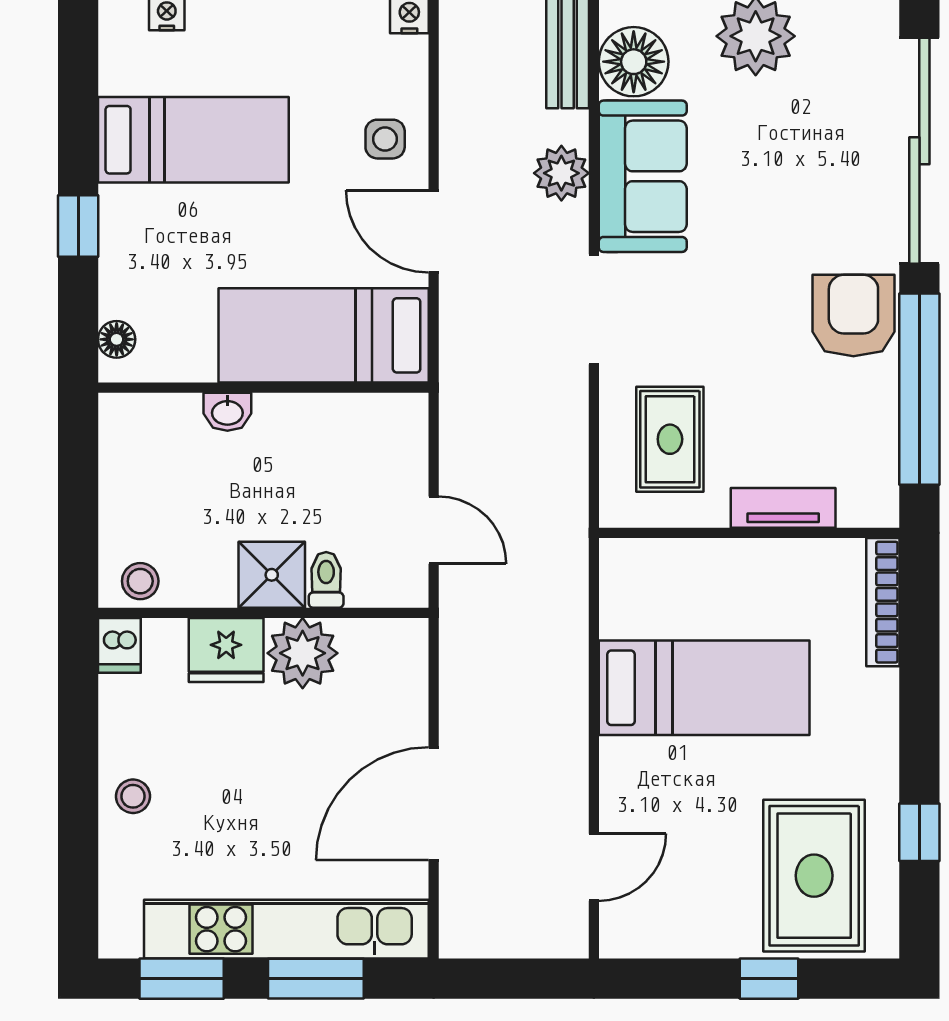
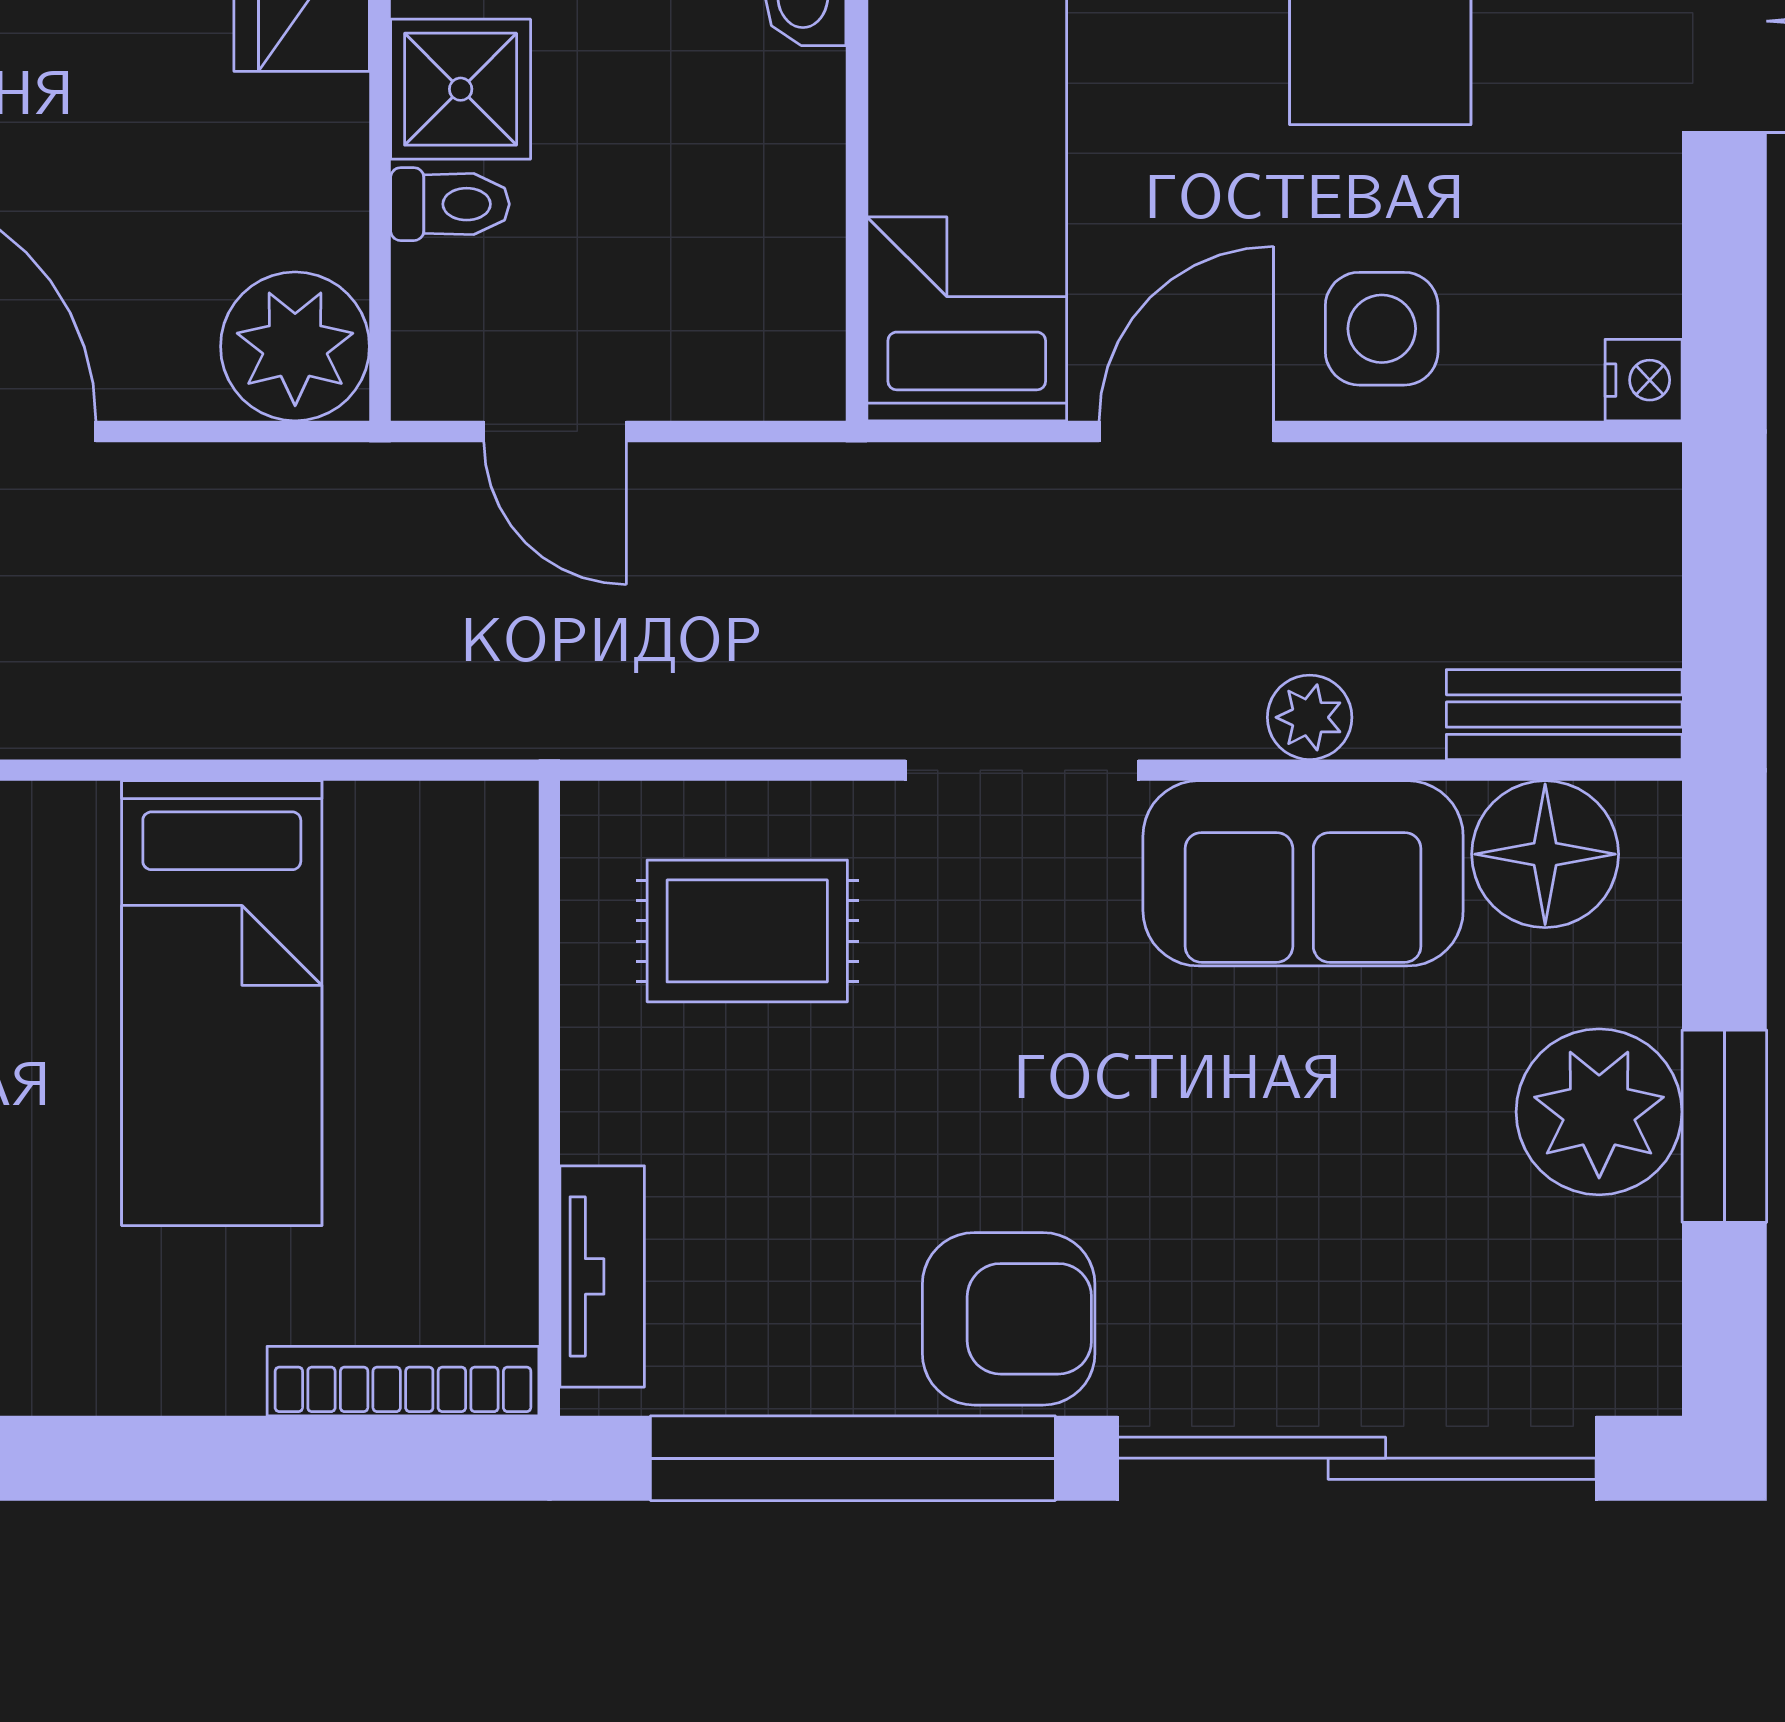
side table: (385, 139) -> (1382, 329), width x1.37, depth x1.37
plant: (561, 173) -> (1310, 717), width x0.73, depth x0.73
tv unit: (783, 508) -> (602, 1276), moved
door: (434, 530) -> (555, 431), hinge flipped
plant: (303, 653) -> (295, 346), moved

